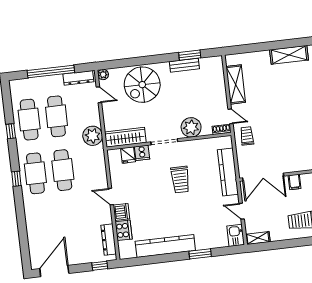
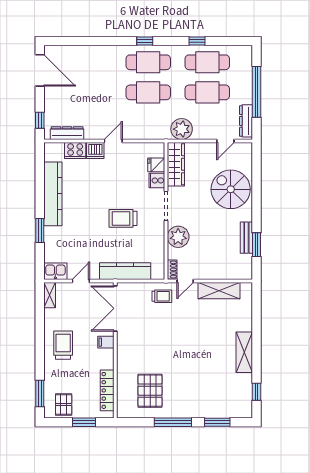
plant: (103, 74) -> (247, 148), removed

